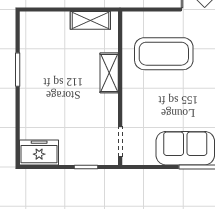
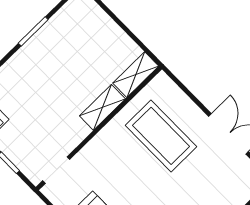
shelving: (90, 20) -> (136, 75), moved, turned 90

